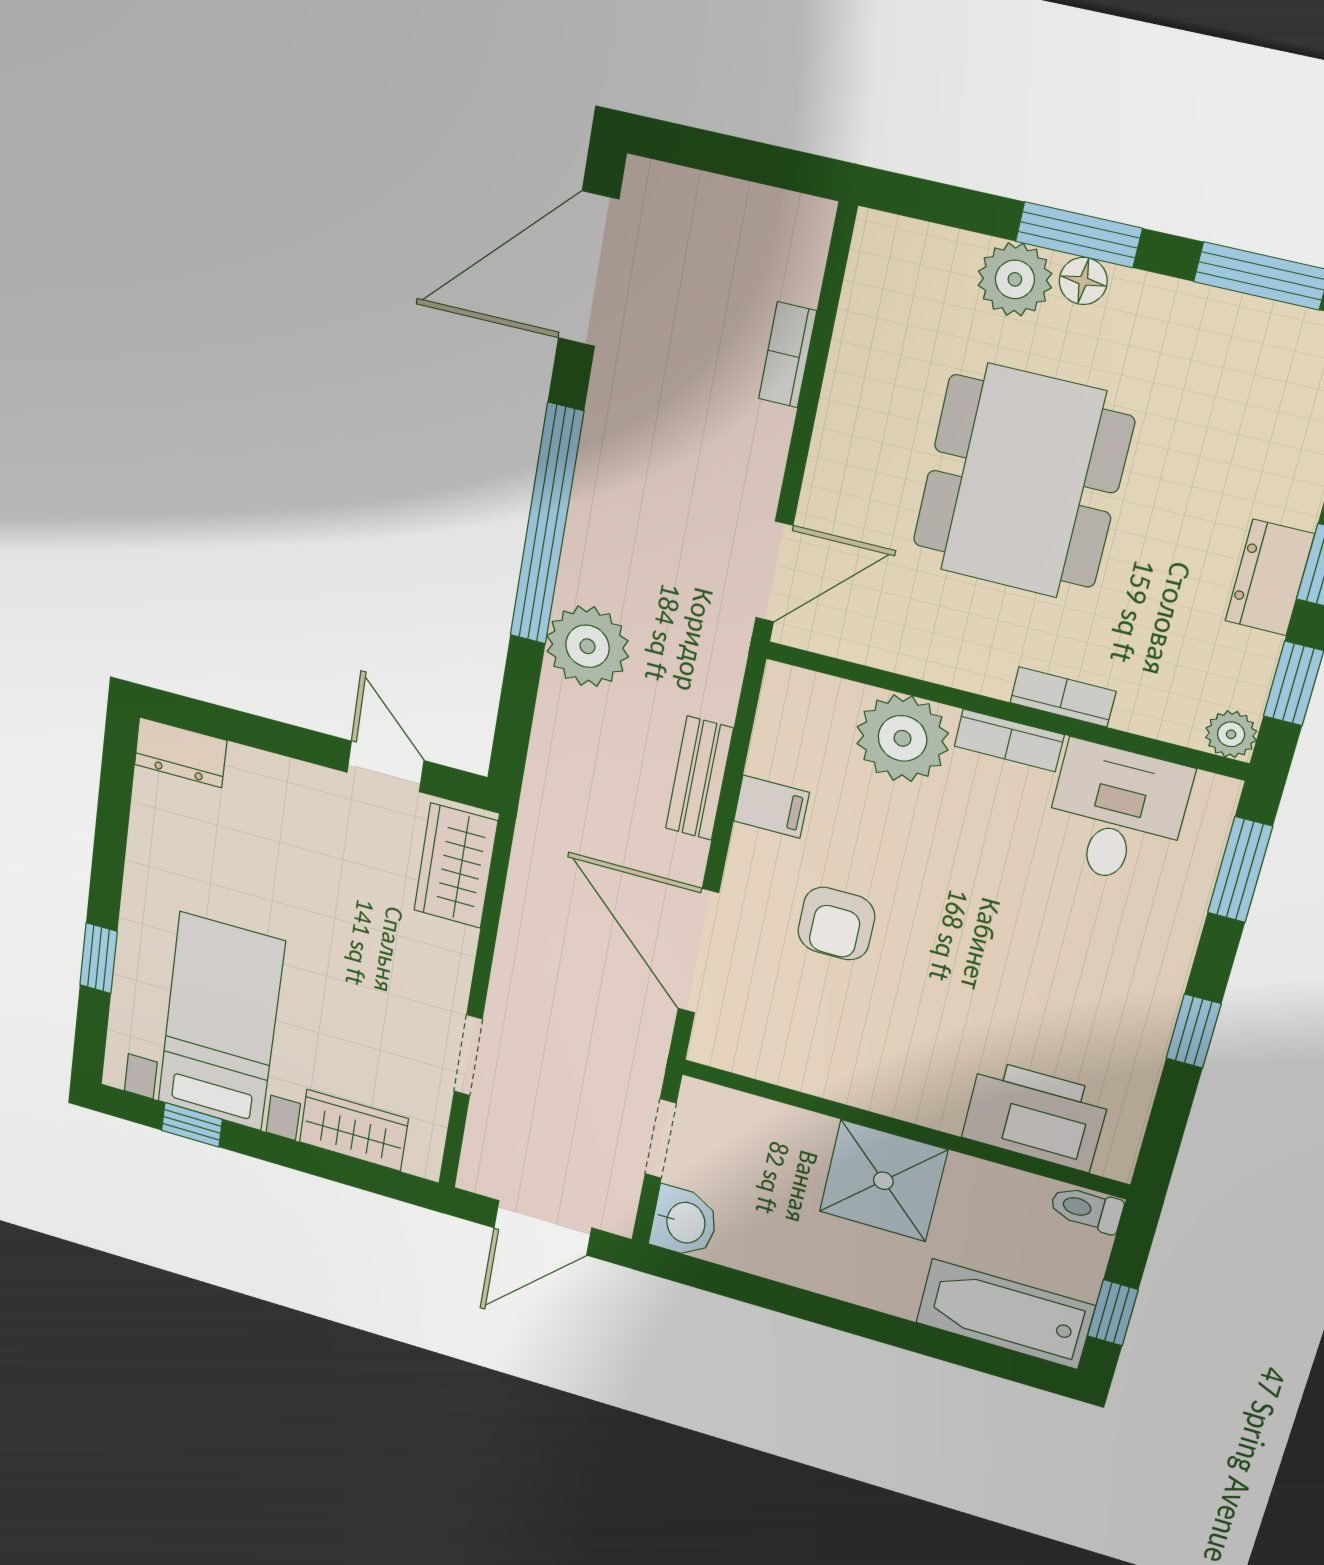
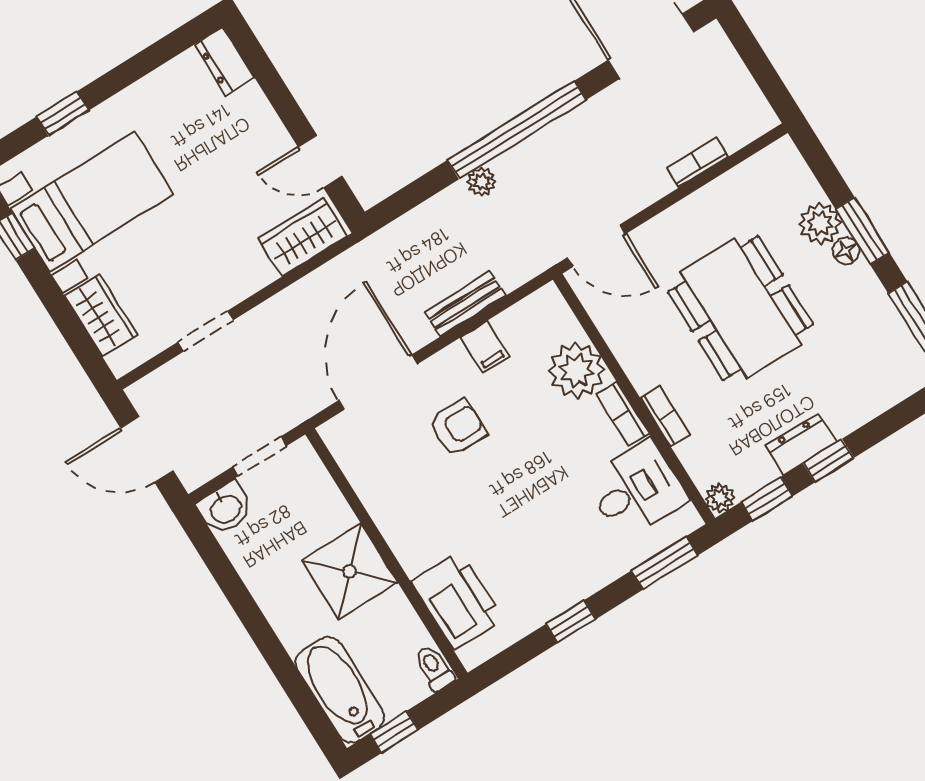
dining table: (1022, 482) -> (741, 308), turned 90
plant: (588, 646) -> (481, 182), width x0.53, depth x0.53
door: (385, 766) -> (320, 161), swing flipped
armchair: (836, 924) -> (458, 427), turned 180

